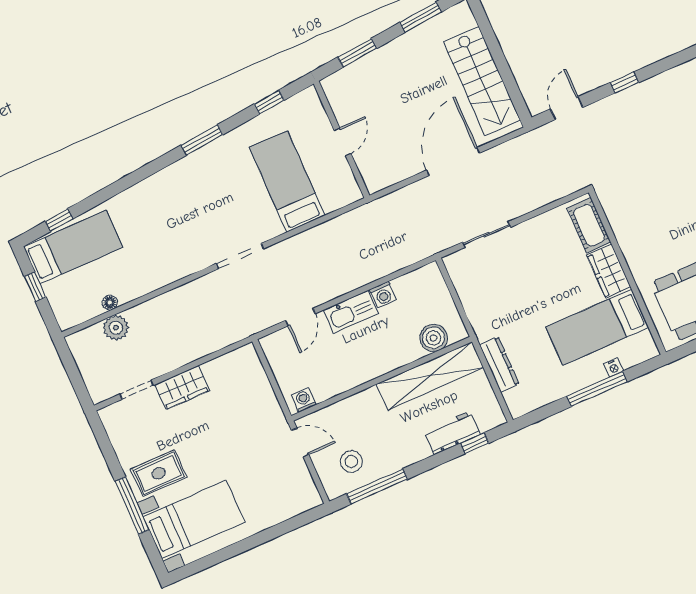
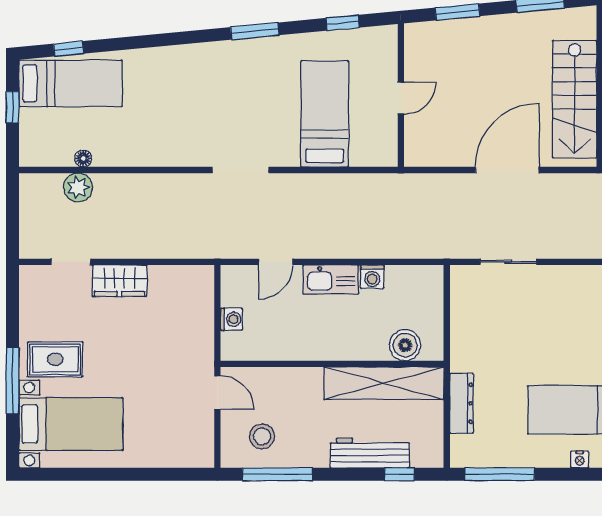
window: (597, 389) -> (500, 474), moved
washing machine: (304, 400) -> (231, 319), moved, turned 90
workbench: (452, 433) -> (370, 453), width x1.38

